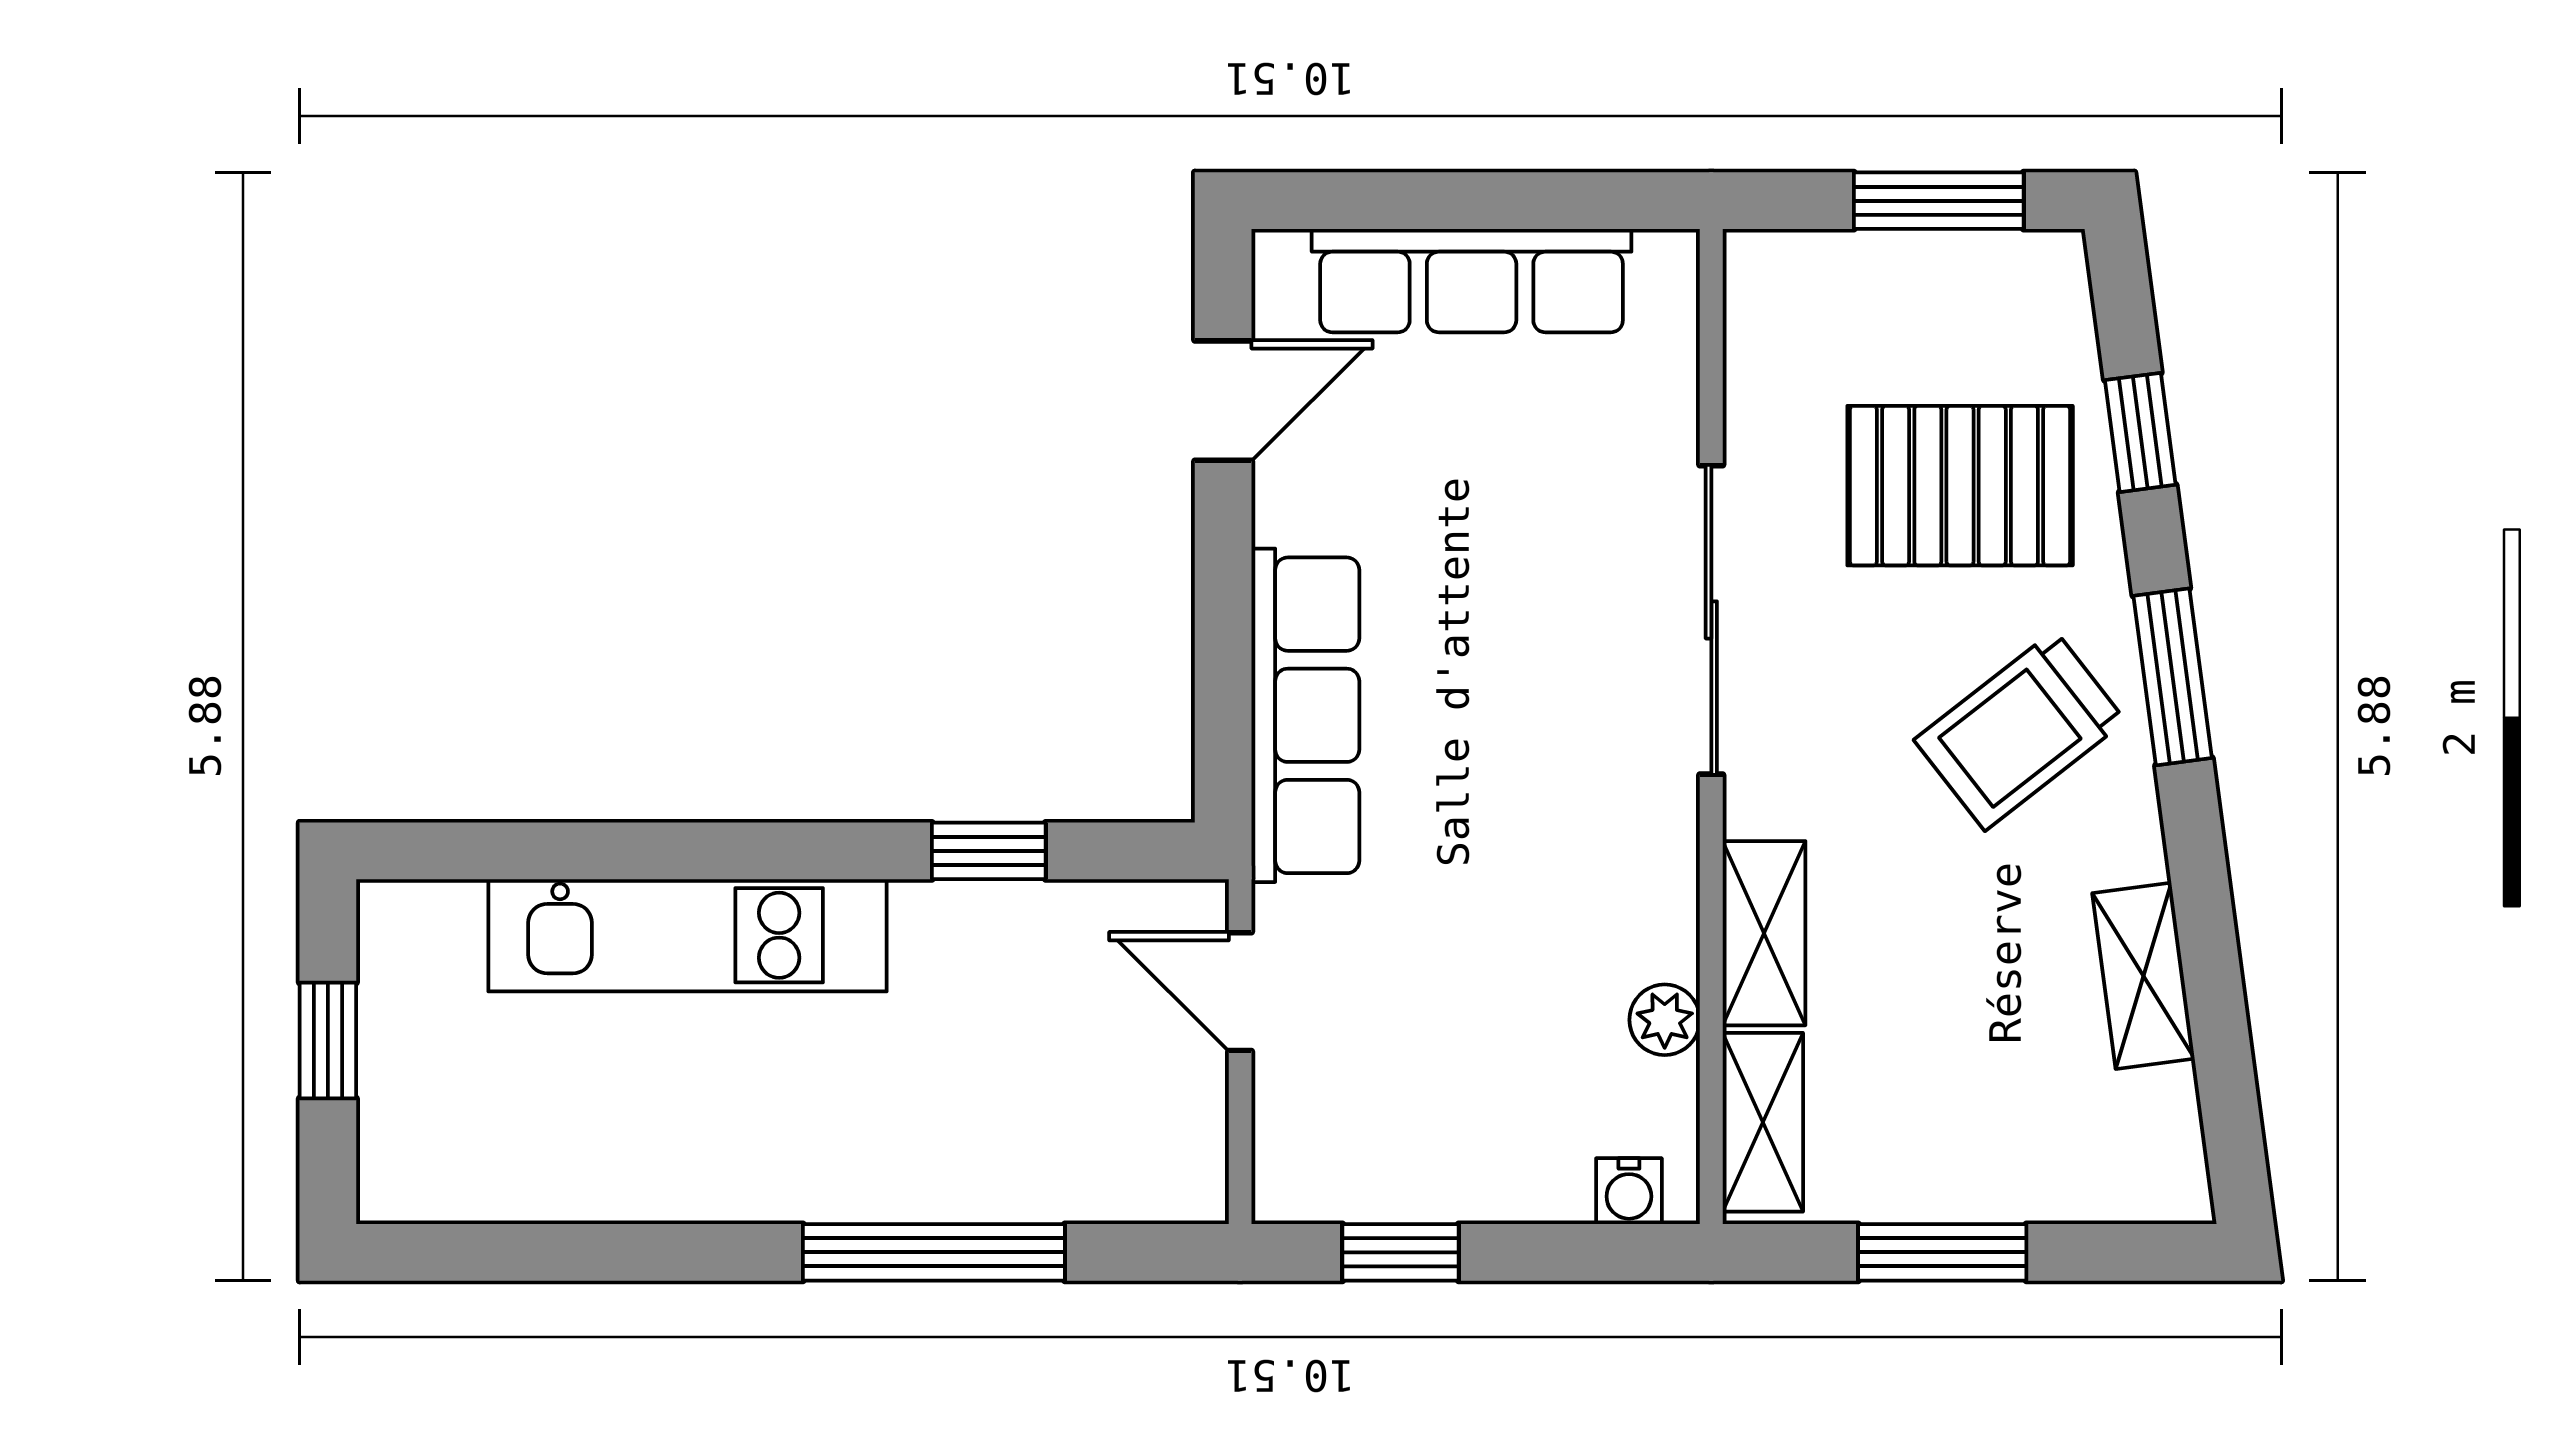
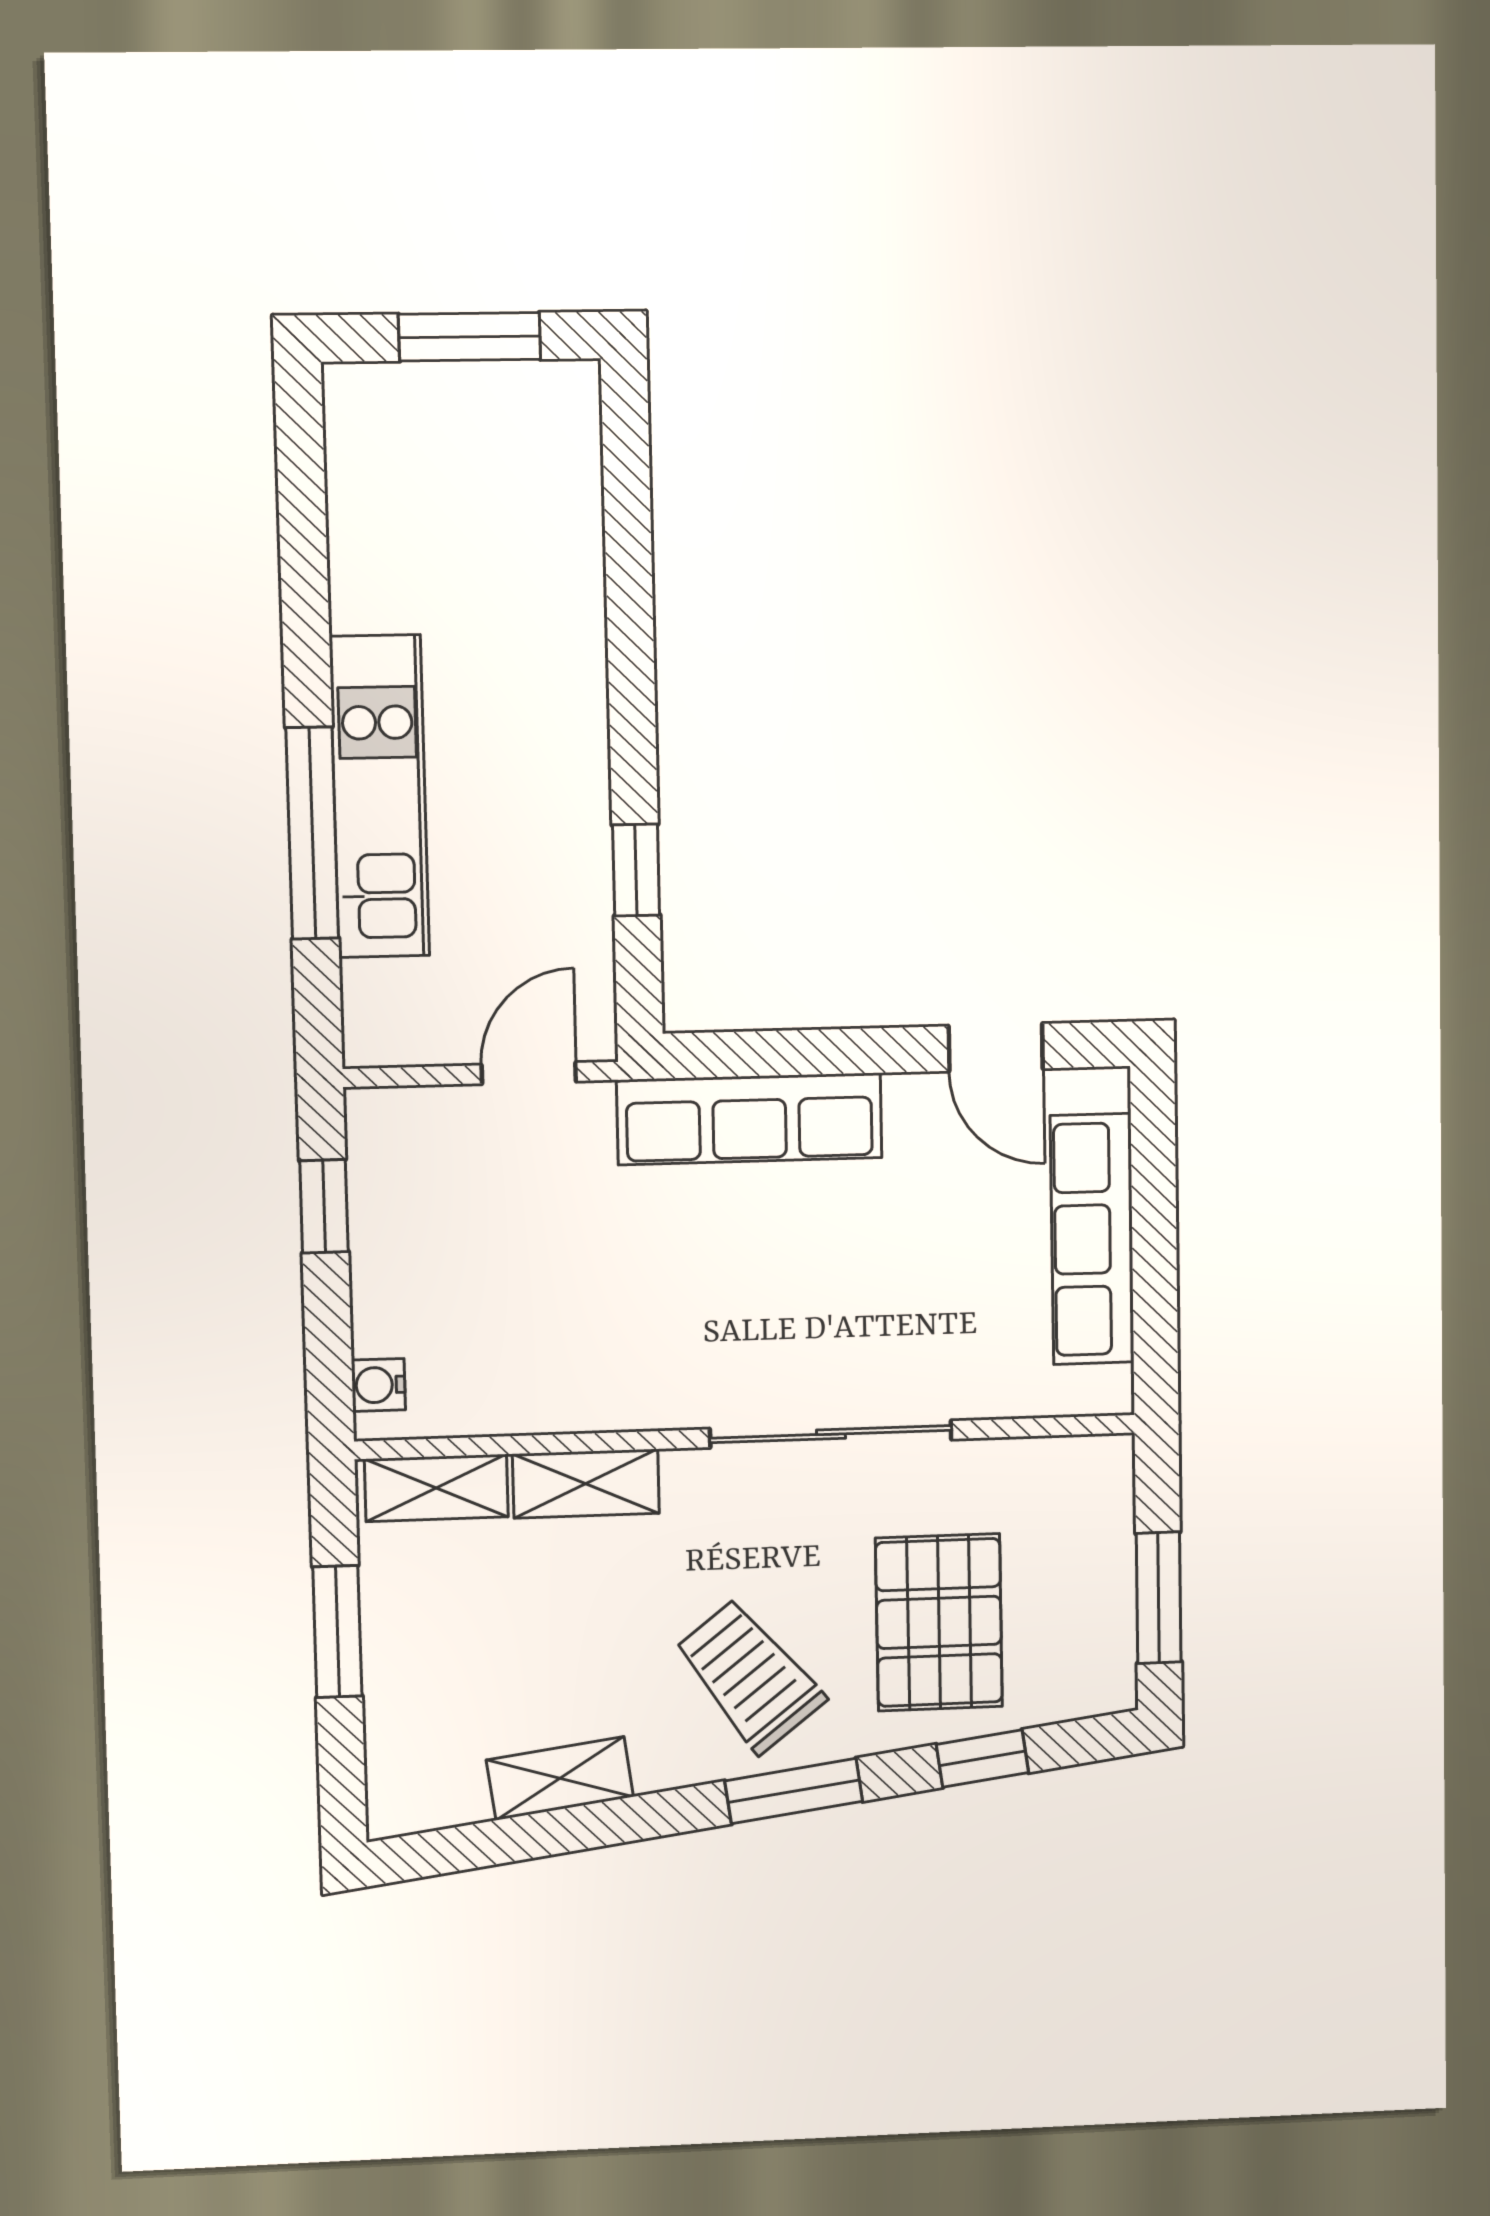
kitchen unit: (687, 935) -> (379, 797), moved, turned 180
plant: (1665, 1020) -> (515, 1408), removed
window: (328, 1040) -> (470, 337), width x1.50

